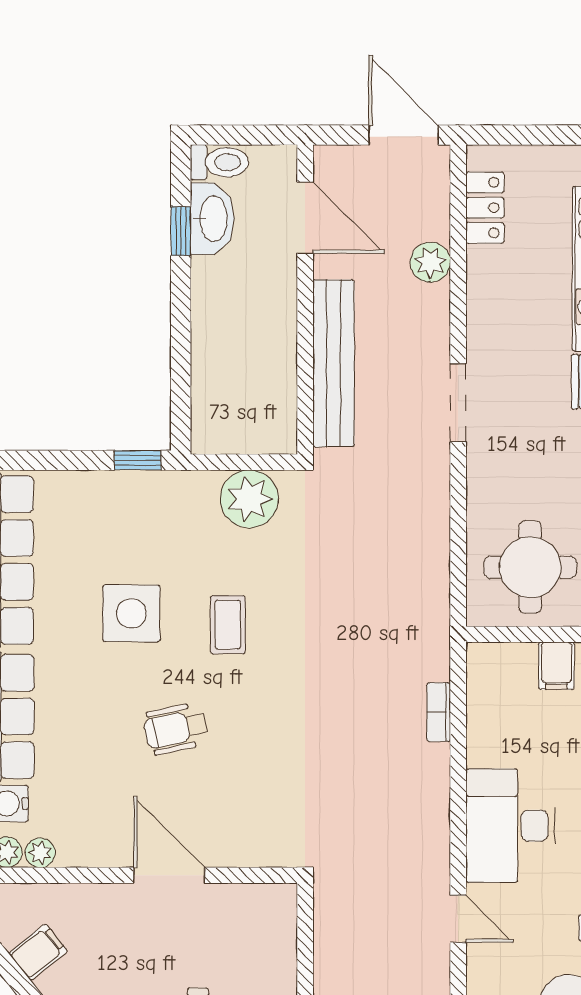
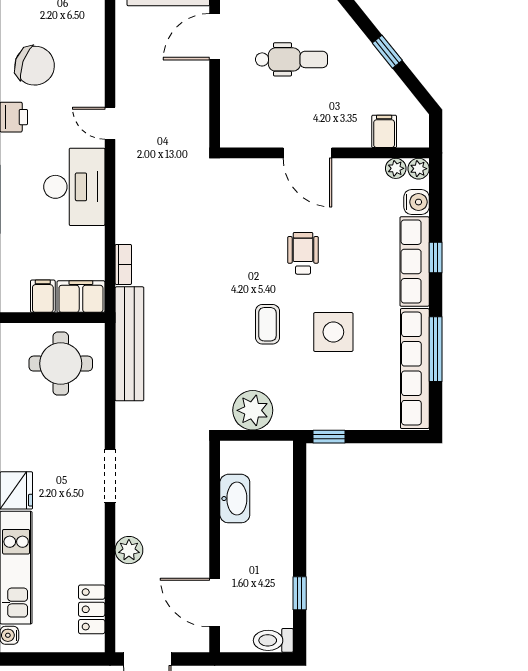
washbasin: (212, 219) -> (235, 499), moved, turned 180
plant: (430, 262) -> (129, 550), moved
bench: (334, 363) -> (129, 344), moved
filing cabinet: (501, 665) -> (81, 297), added
wheelchair: (176, 729) -> (303, 253), turned -78
filing cabinet: (38, 952) -> (384, 131), moved, turned 129

